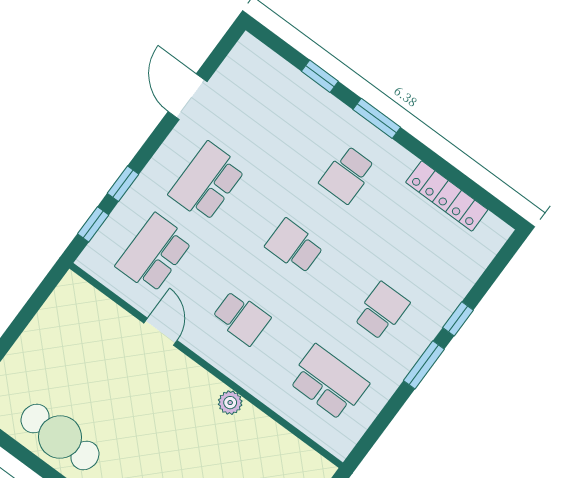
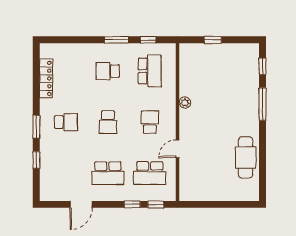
window: (458, 319) -> (148, 40), moved
school desk: (329, 382) -> (150, 71), turned 180

